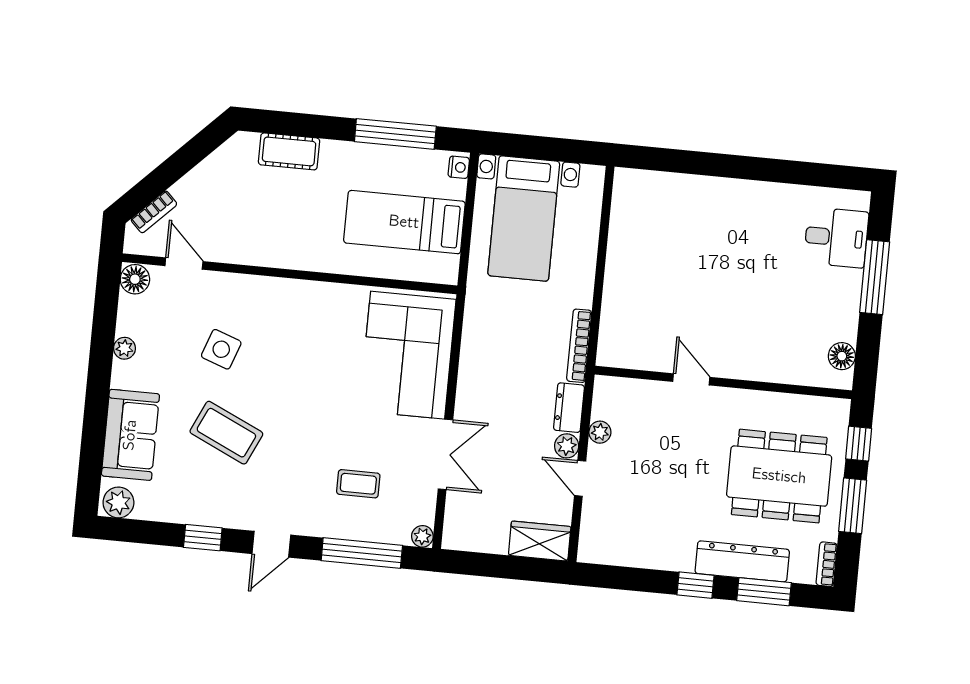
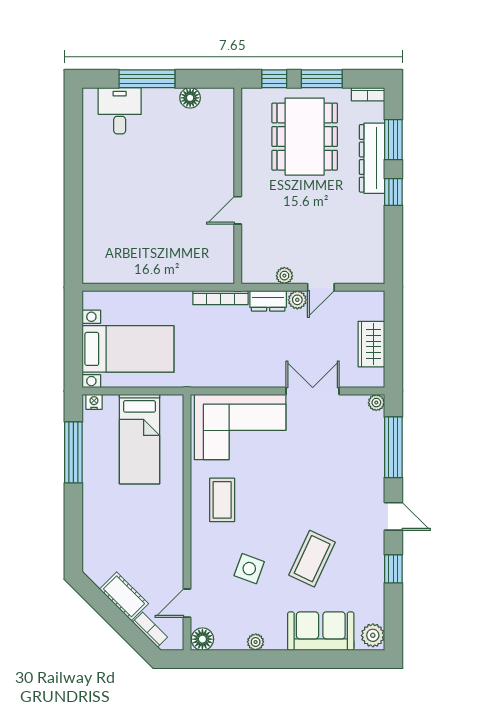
cot: (289, 151) -> (124, 596), moved, turned -45
floor lamp: (842, 356) -> (190, 98), moved
coffee table: (358, 484) -> (222, 500), moved, width x1.36, depth x1.30
wardrobe: (540, 541) -> (371, 344), moved

